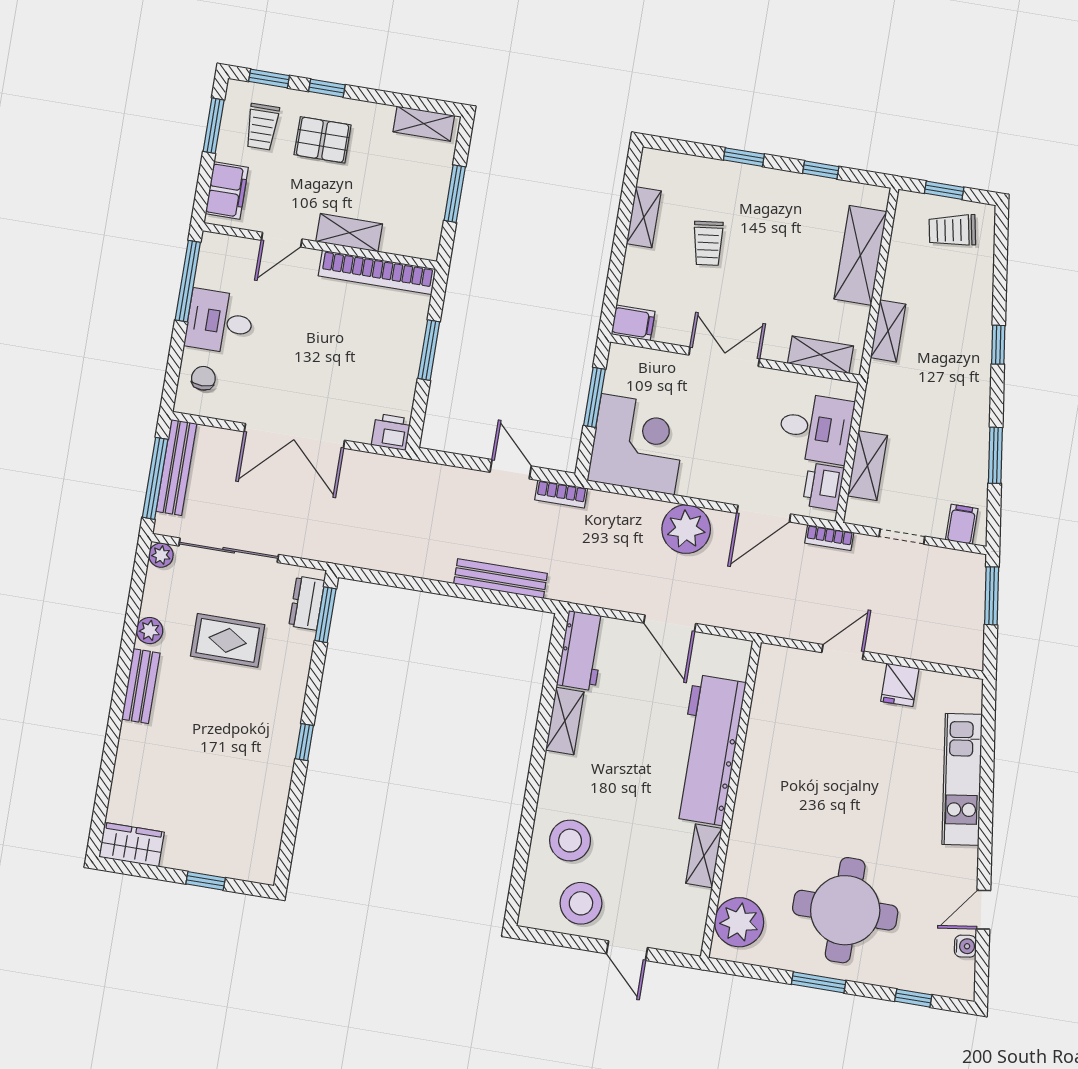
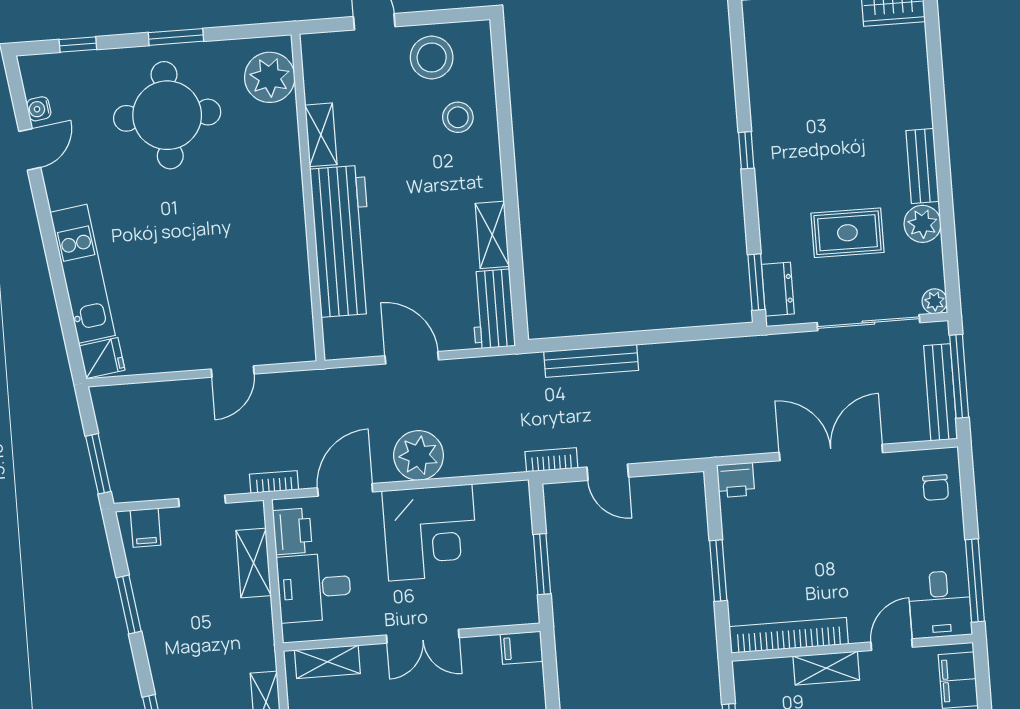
desk: (220, 322) -> (940, 604), moved, turned 90
corner desk: (638, 444) -> (430, 533), moved, turned -90
plant: (150, 631) -> (923, 224), width x1.38, depth x1.38
fridge: (900, 685) -> (102, 358), moved, turned 82
stool: (570, 841) -> (458, 117), width x0.73, depth x0.73

